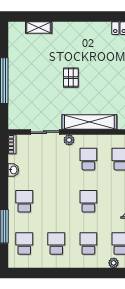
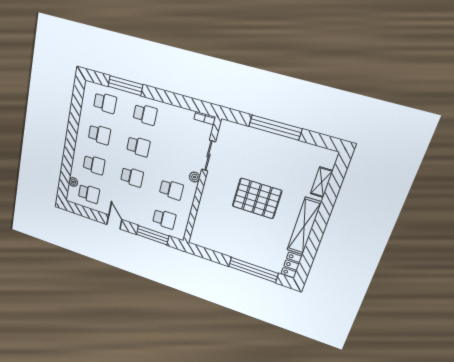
pallet: (71, 78) -> (257, 198), width x2.05, depth x2.00
shelving: (89, 122) -> (304, 226), moved
washbasin: (13, 170) -> (178, 112), removed
school desk: (56, 201) -> (138, 146), added

